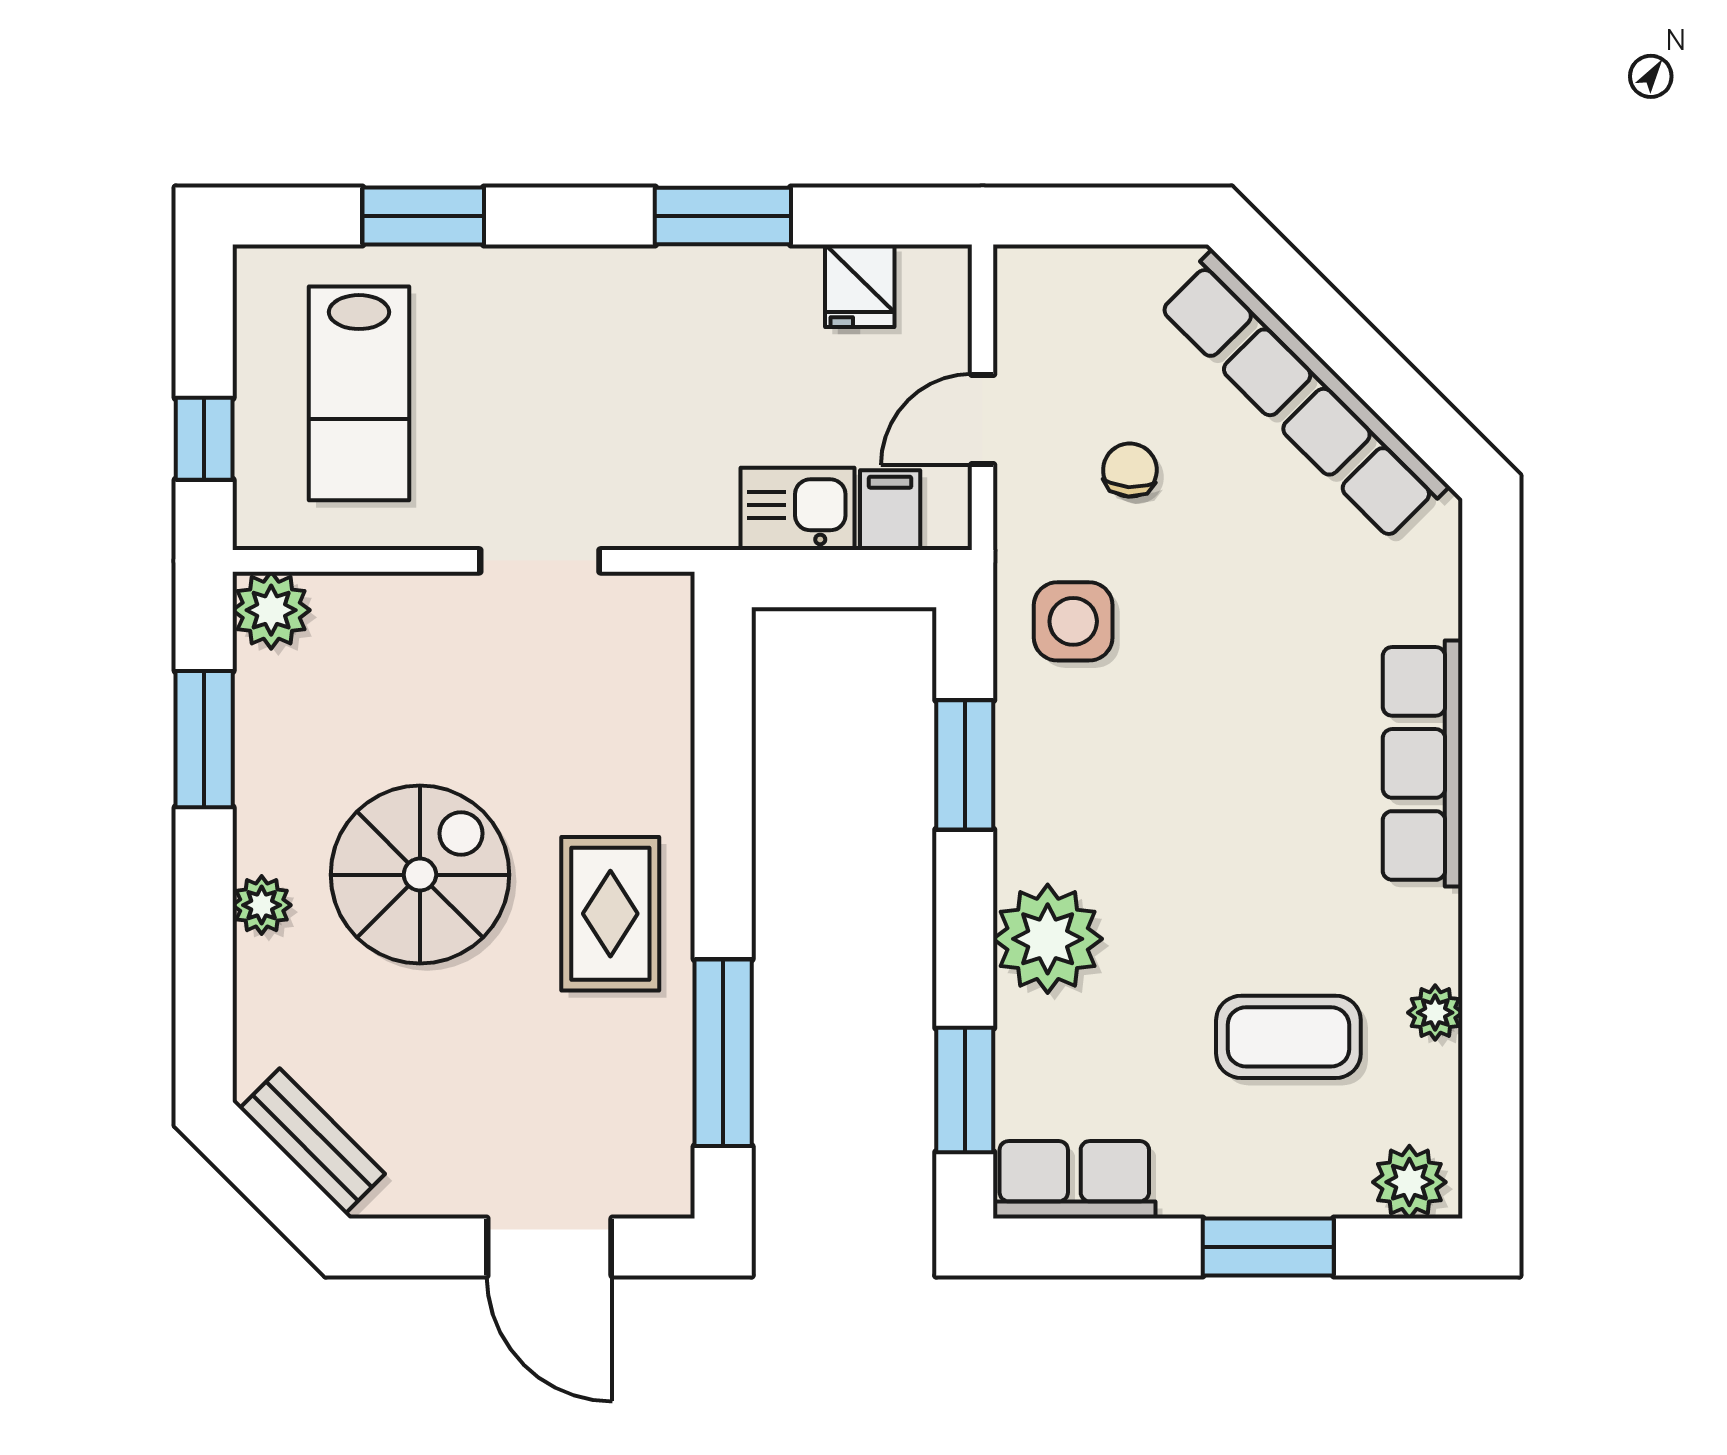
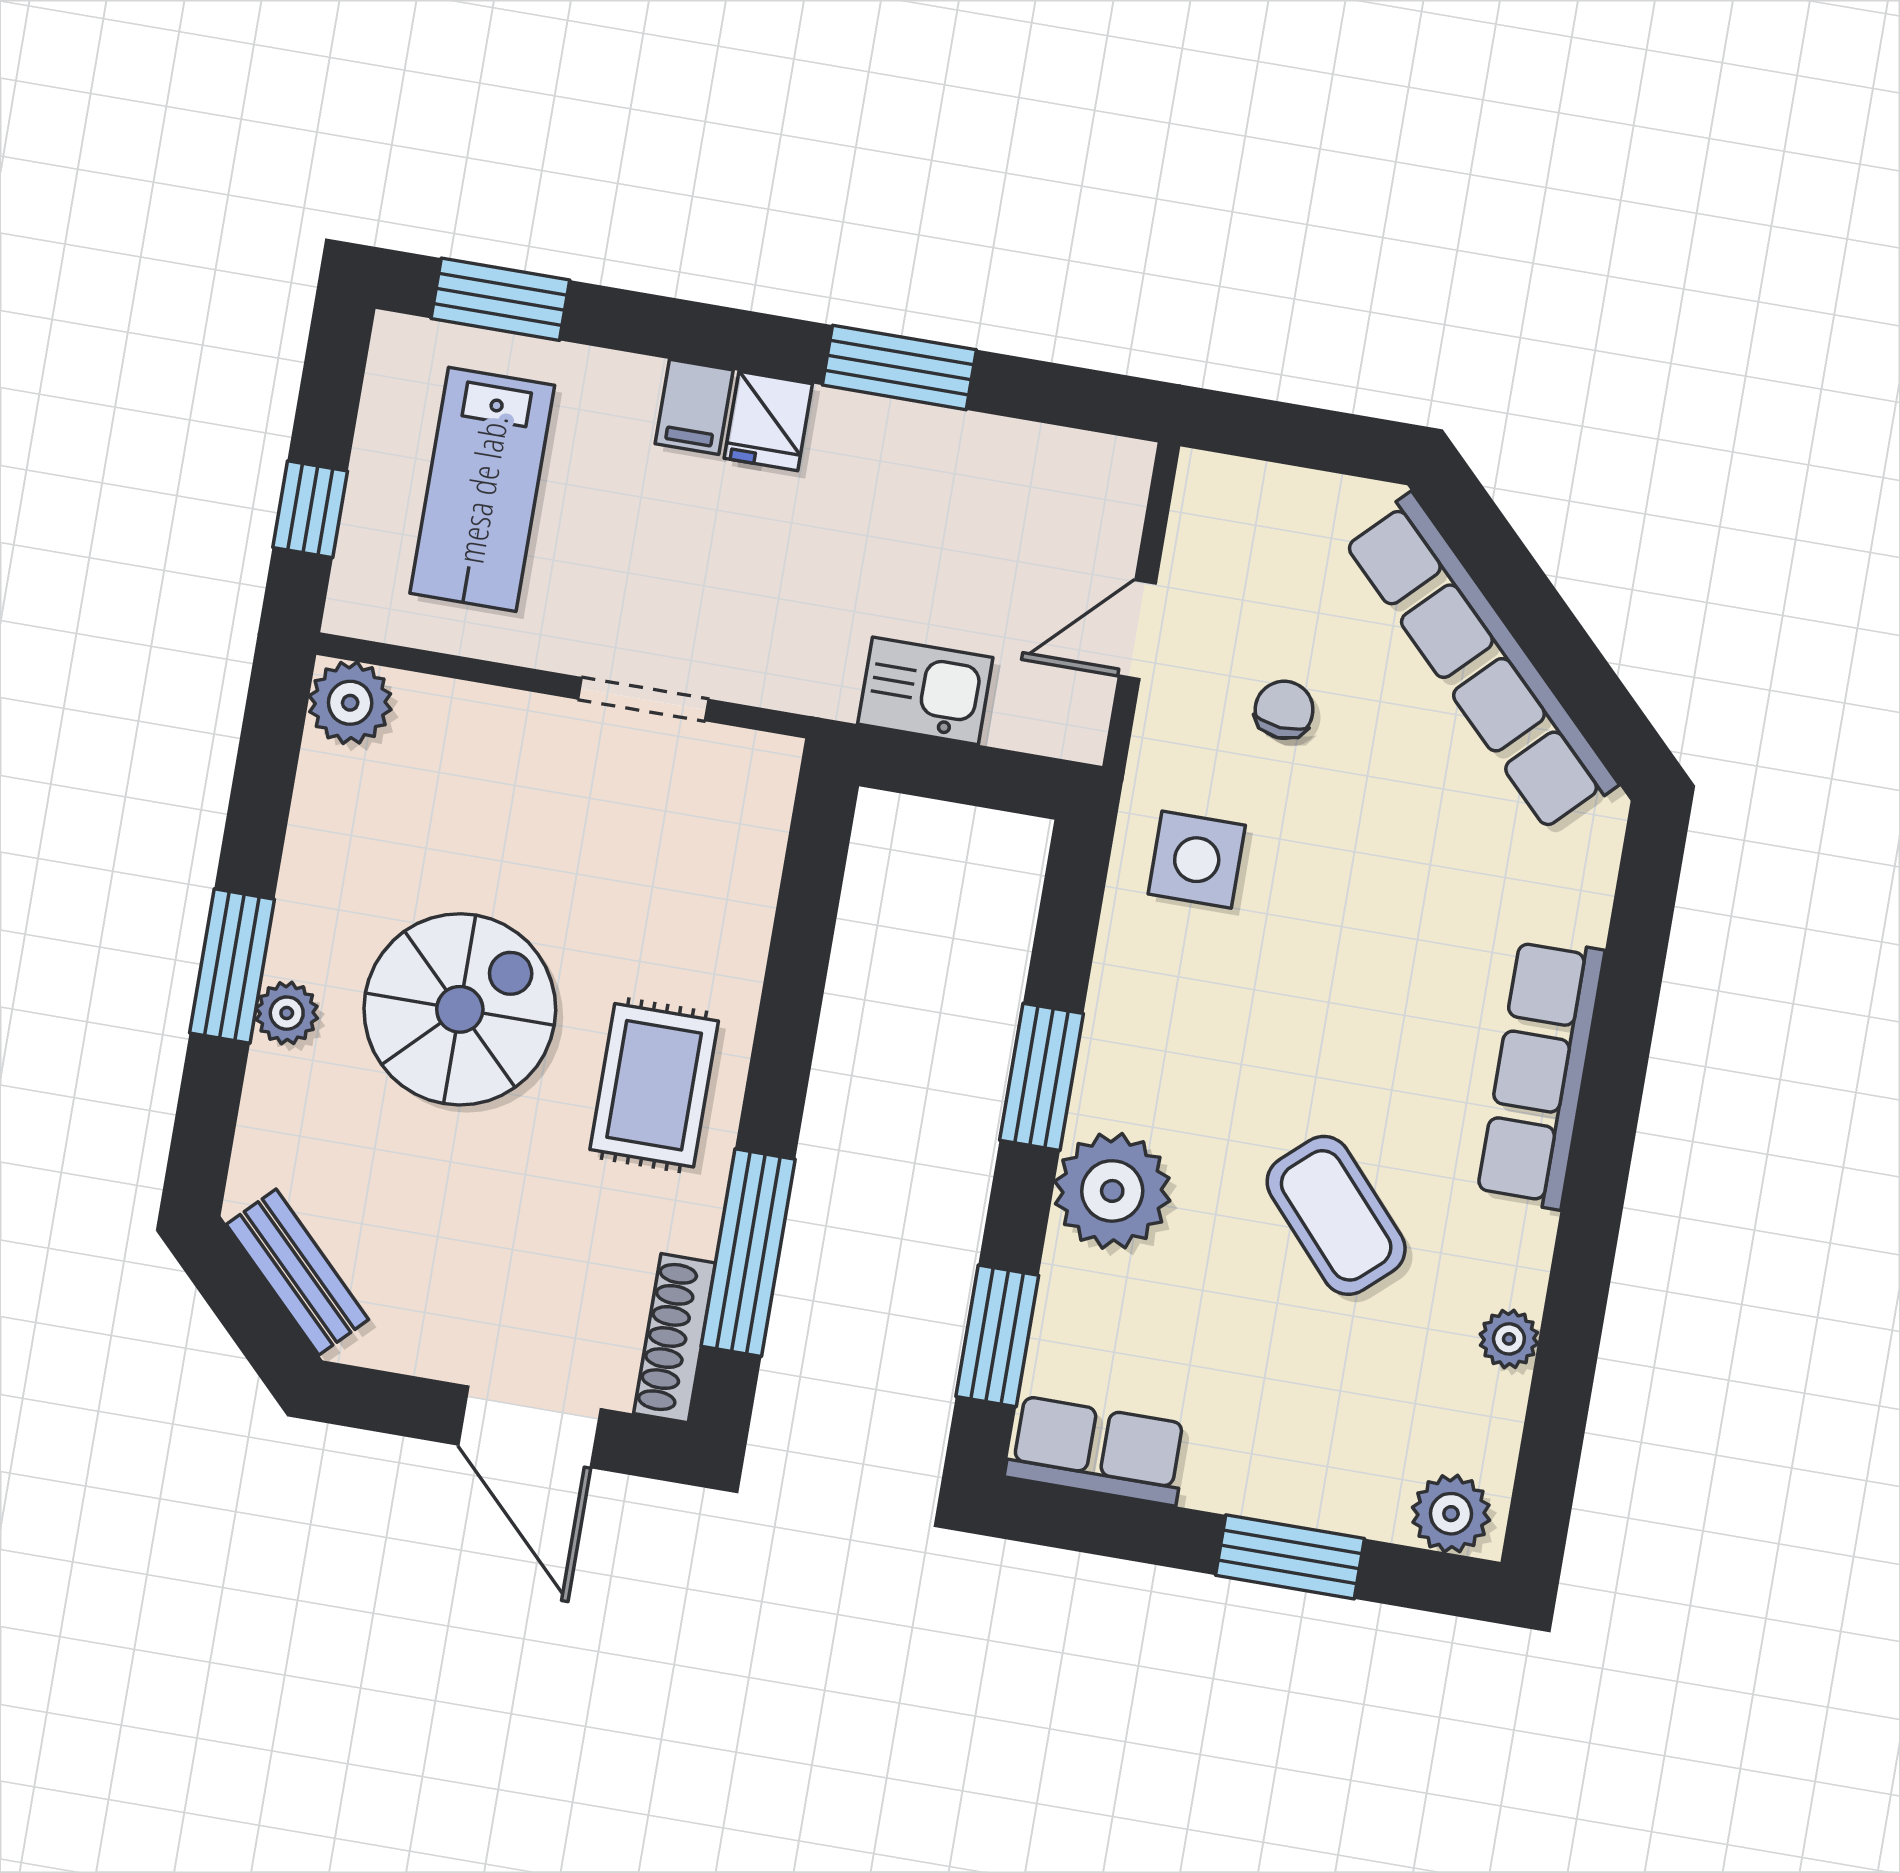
window: (423, 216) -> (500, 299), moved
fridge: (860, 286) -> (768, 421), moved
filing cabinet: (890, 510) -> (694, 407), moved, turned 180
window: (204, 739) -> (232, 966), moved
window: (965, 765) -> (1042, 1077), moved
coffee table: (1288, 1037) -> (1336, 1215), moved, turned 48
shoe rack: (669, 1143) -> (675, 1338), added

